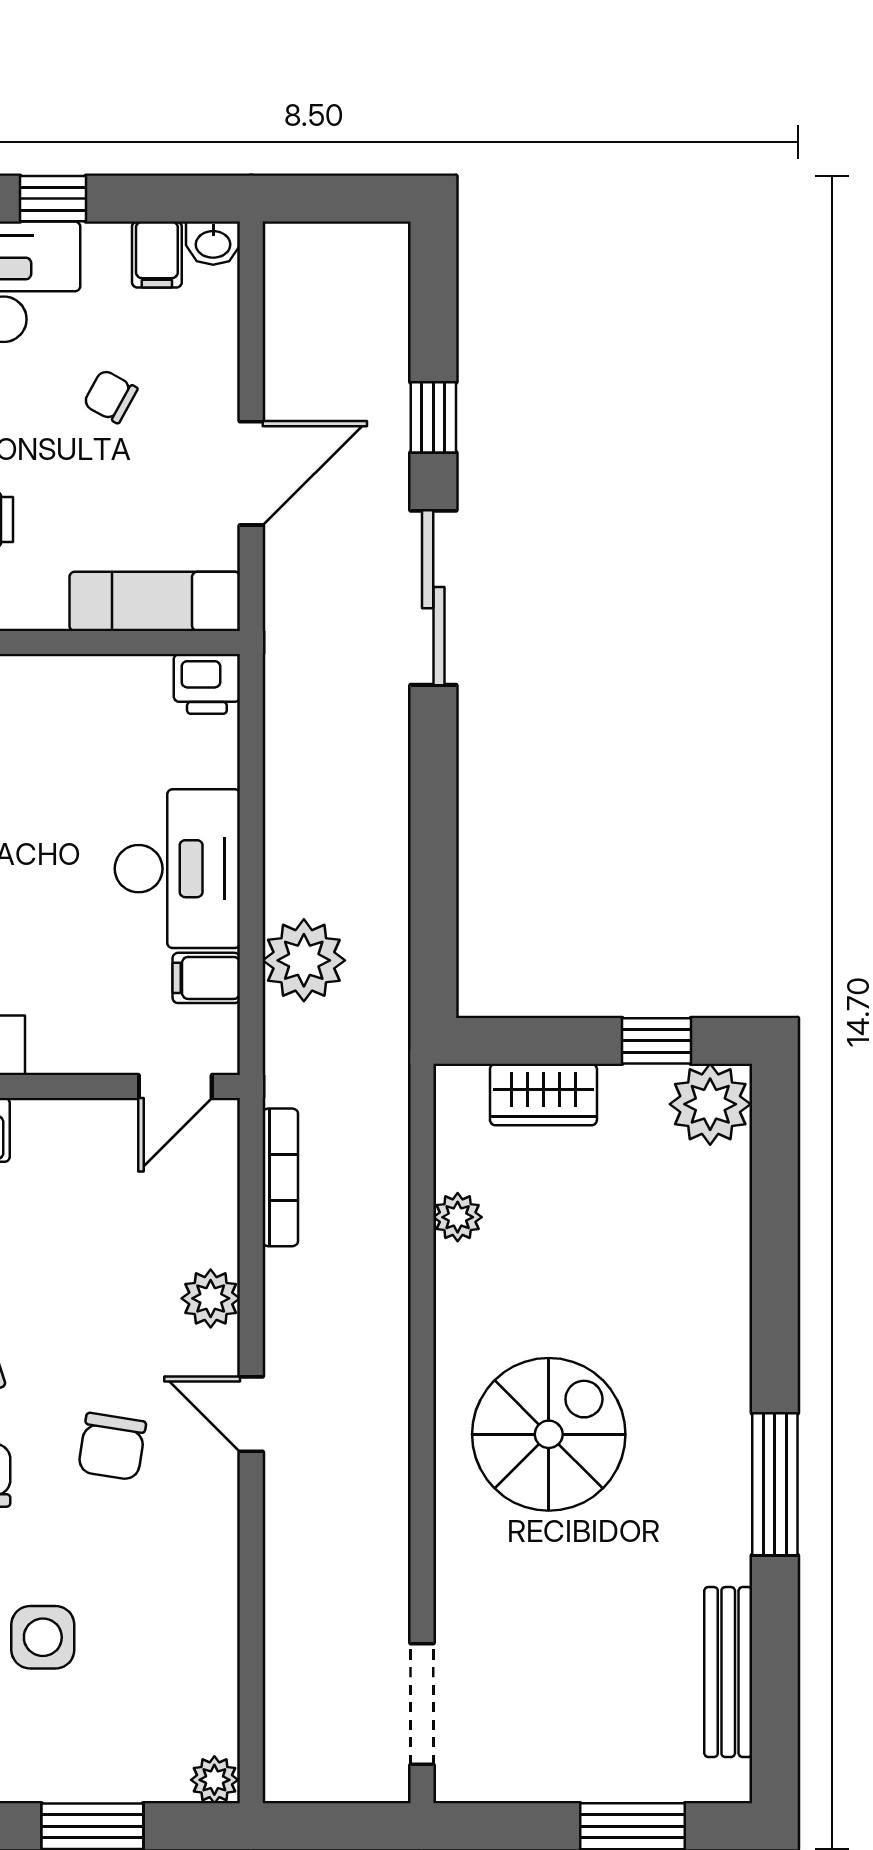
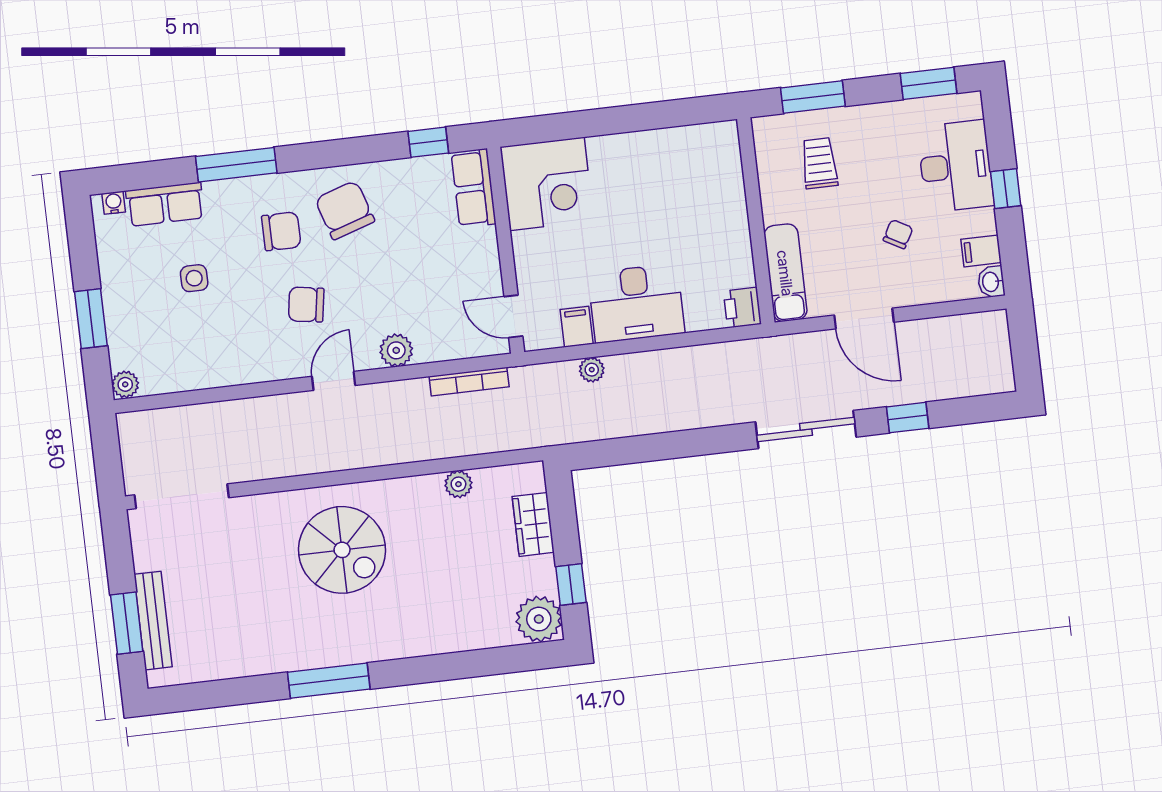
plant: (304, 960) -> (592, 370), width x0.53, depth x0.53
side table: (43, 1637) -> (194, 278), width x0.73, depth x0.73
bench: (728, 1672) -> (153, 621), moved, turned 90
doorway: (422, 1704) -> (182, 496), width x1.36

